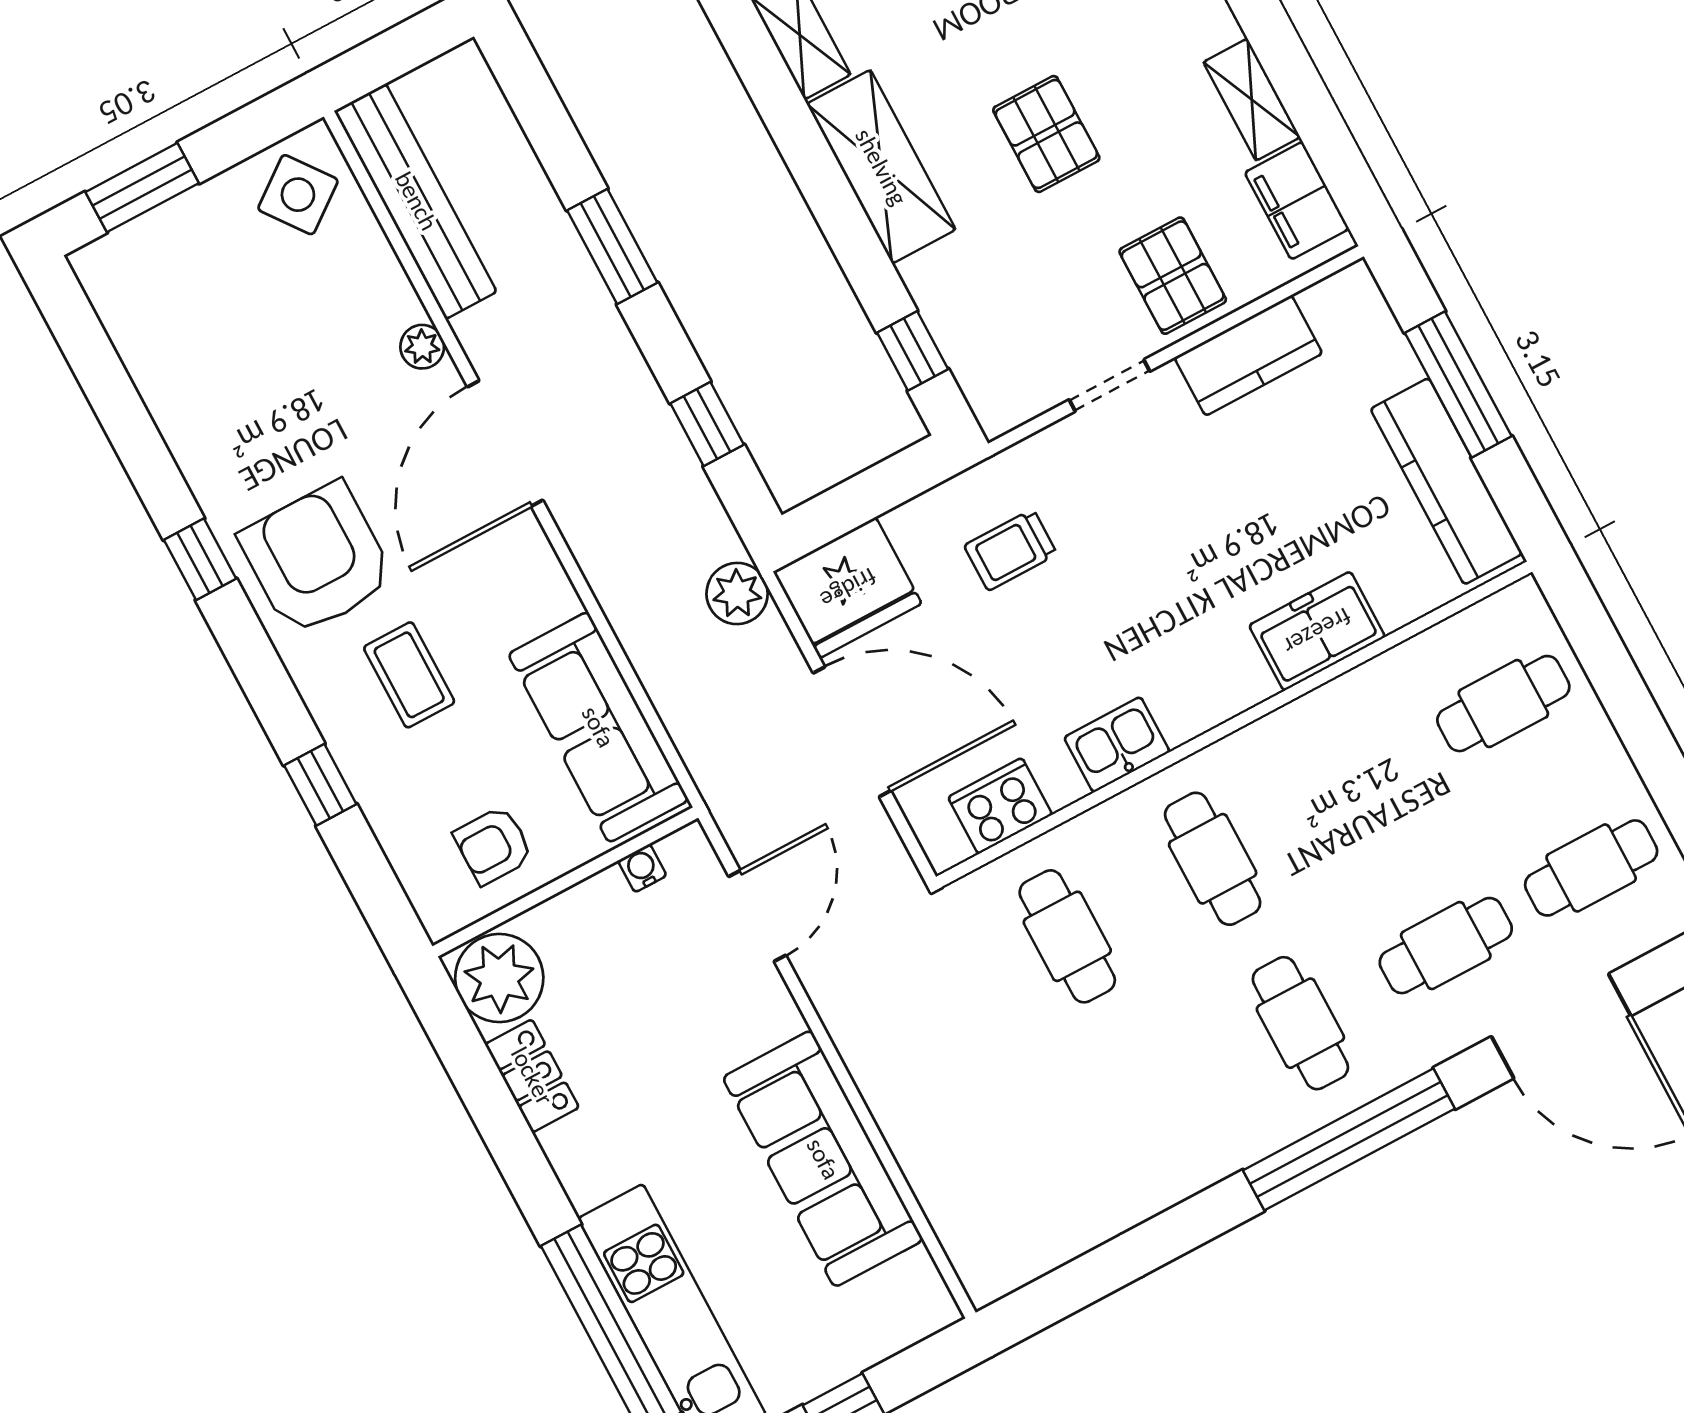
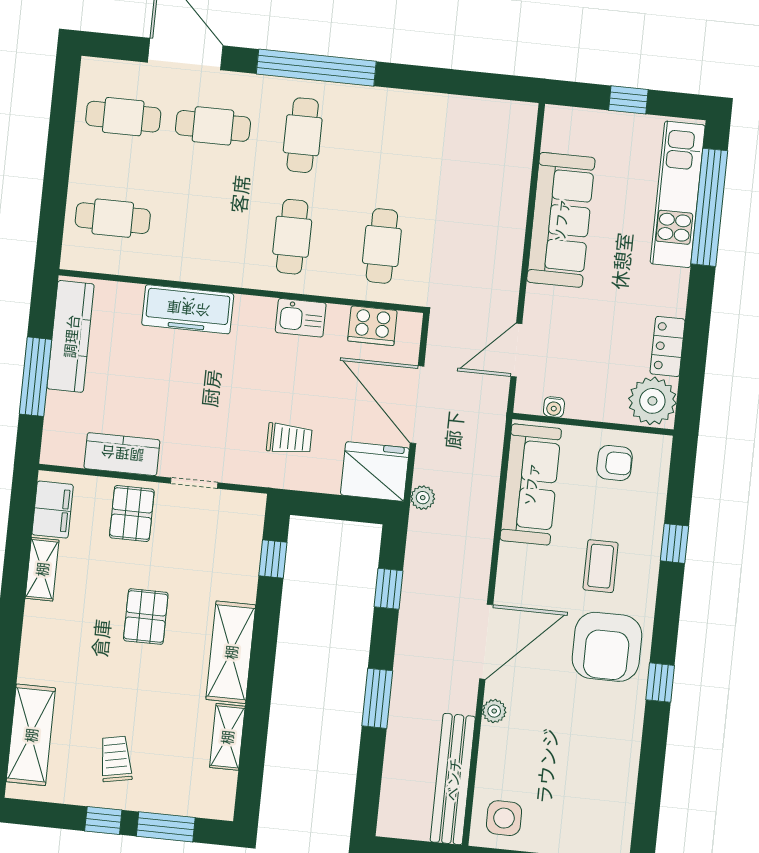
side table: (298, 195) -> (504, 818), turned 37
plant: (737, 593) -> (423, 498), width x0.73, depth x0.73
freezer: (1317, 631) -> (188, 309), width x1.40

